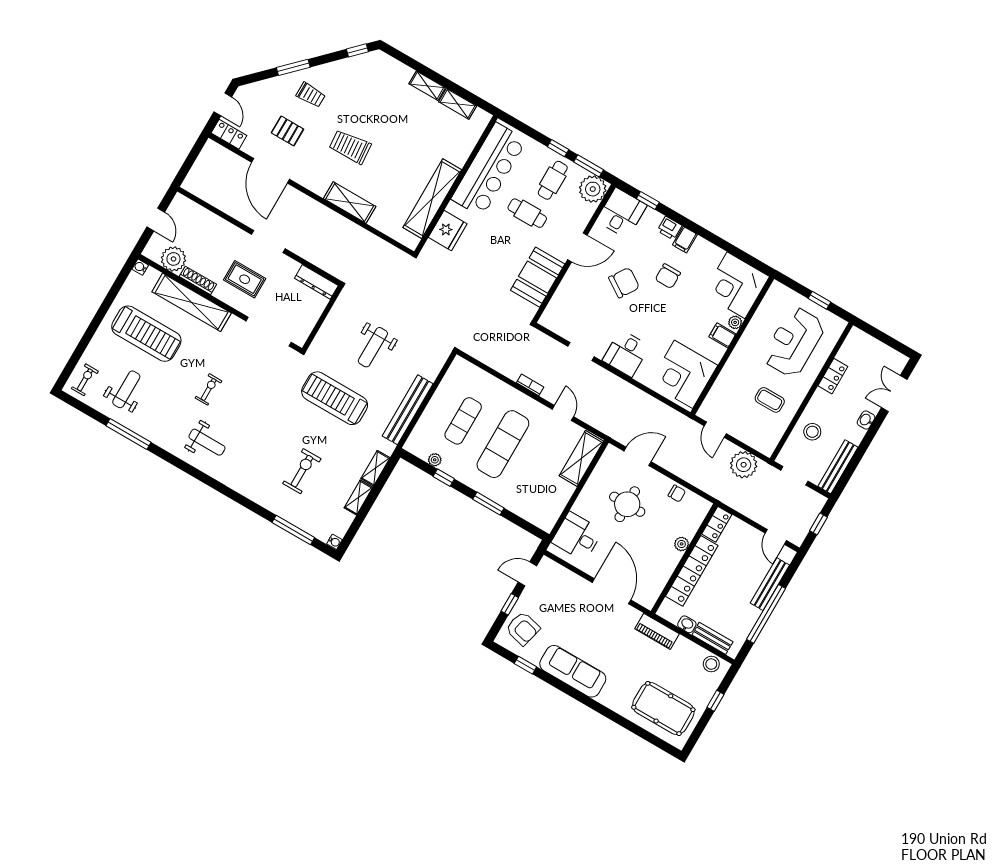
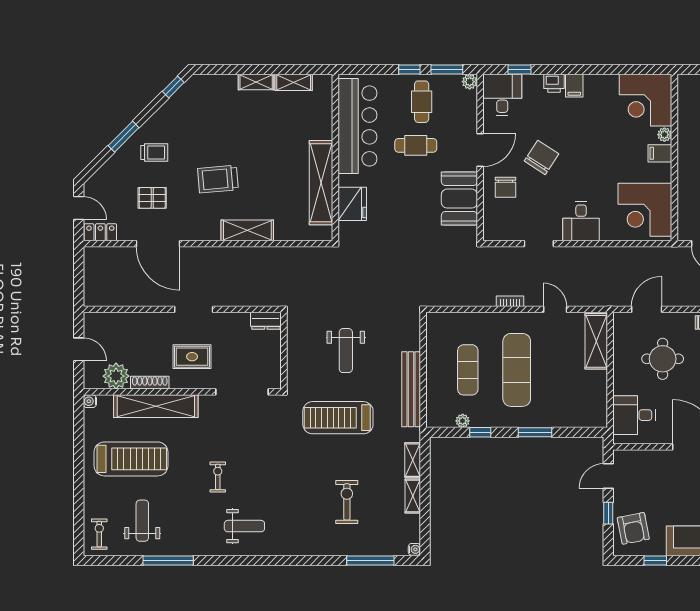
plant: (593, 189) -> (470, 82), width x0.53, depth x0.53
chair: (668, 276) -> (506, 187), moved
dresser: (316, 282) -> (266, 321), width x0.70
armchair: (523, 629) -> (633, 528), turned 65

